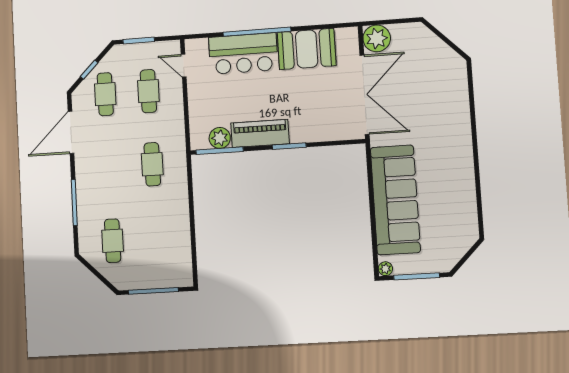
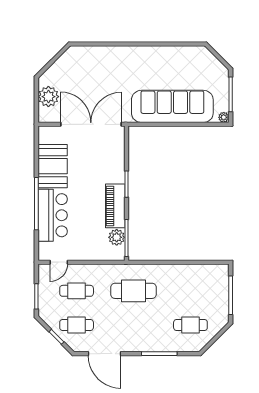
plant: (377, 38) -> (48, 97), moved
cafe table: (152, 164) -> (134, 291), width x1.37, depth x1.35

